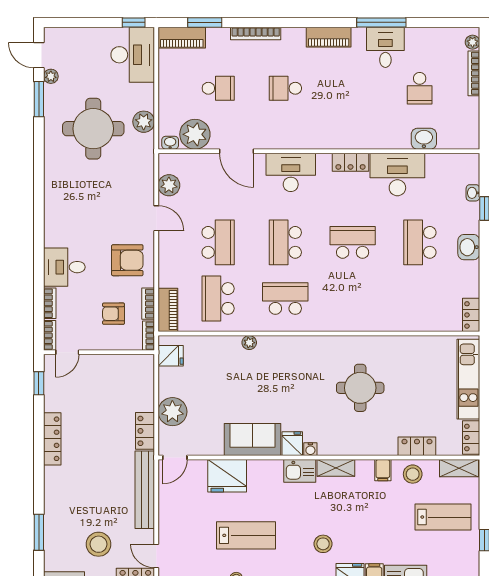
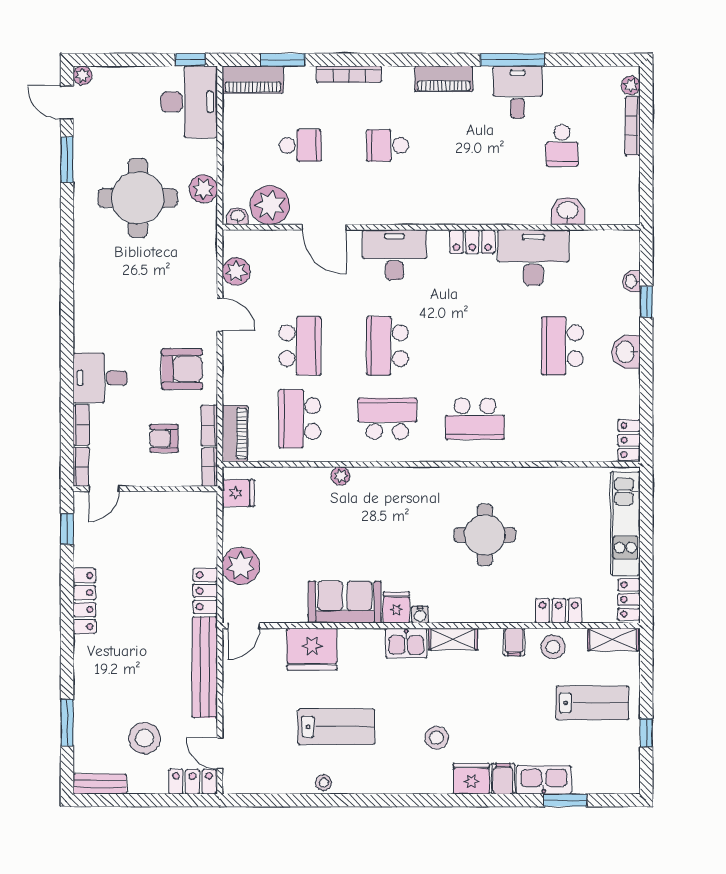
plant: (51, 76) -> (83, 75), moved
school desk: (353, 242) -> (475, 419), moved, turned 180

